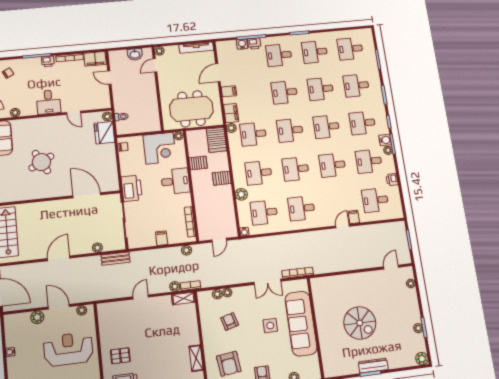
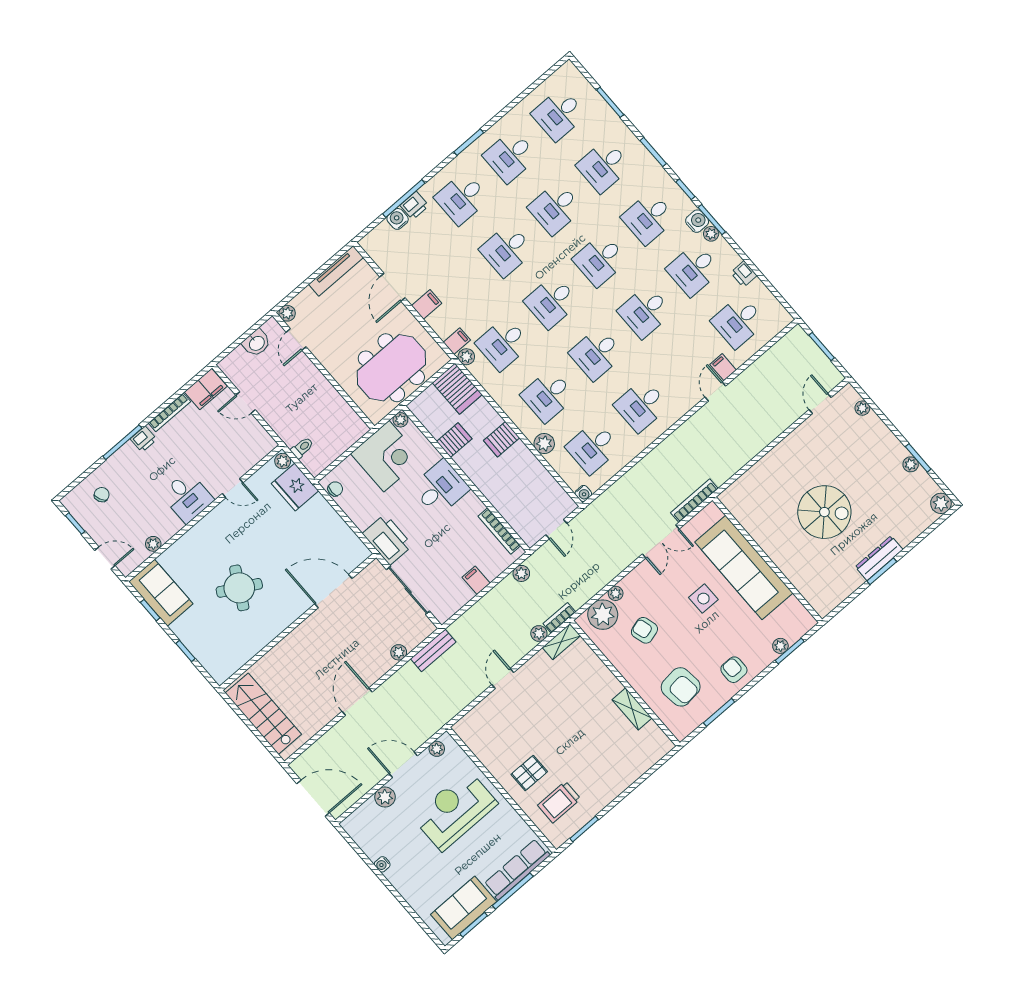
filing cabinet: (231, 113) -> (457, 341), width x0.50
round table: (41, 162) -> (239, 588), turned -33
plant: (217, 294) -> (603, 615), width x1.88, depth x1.88

